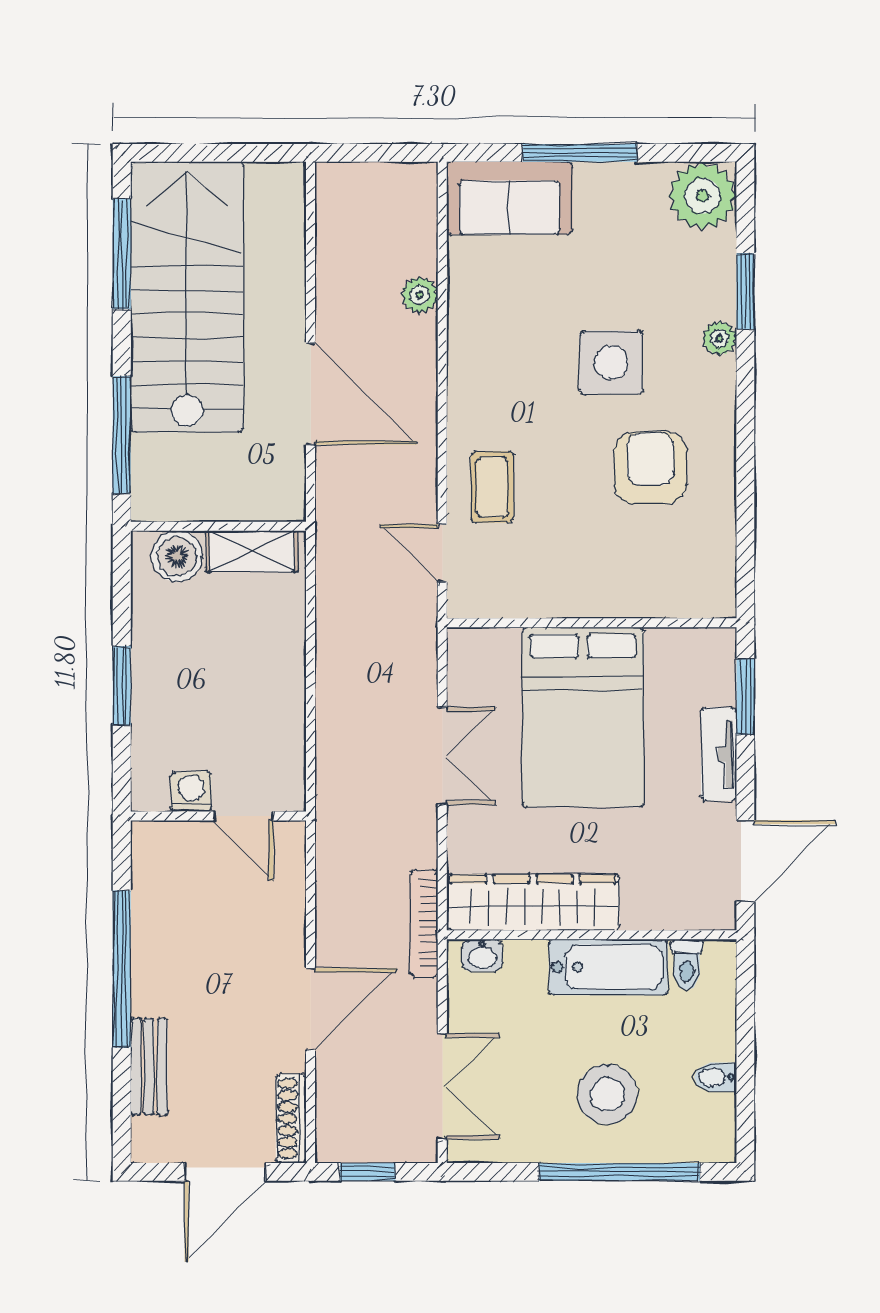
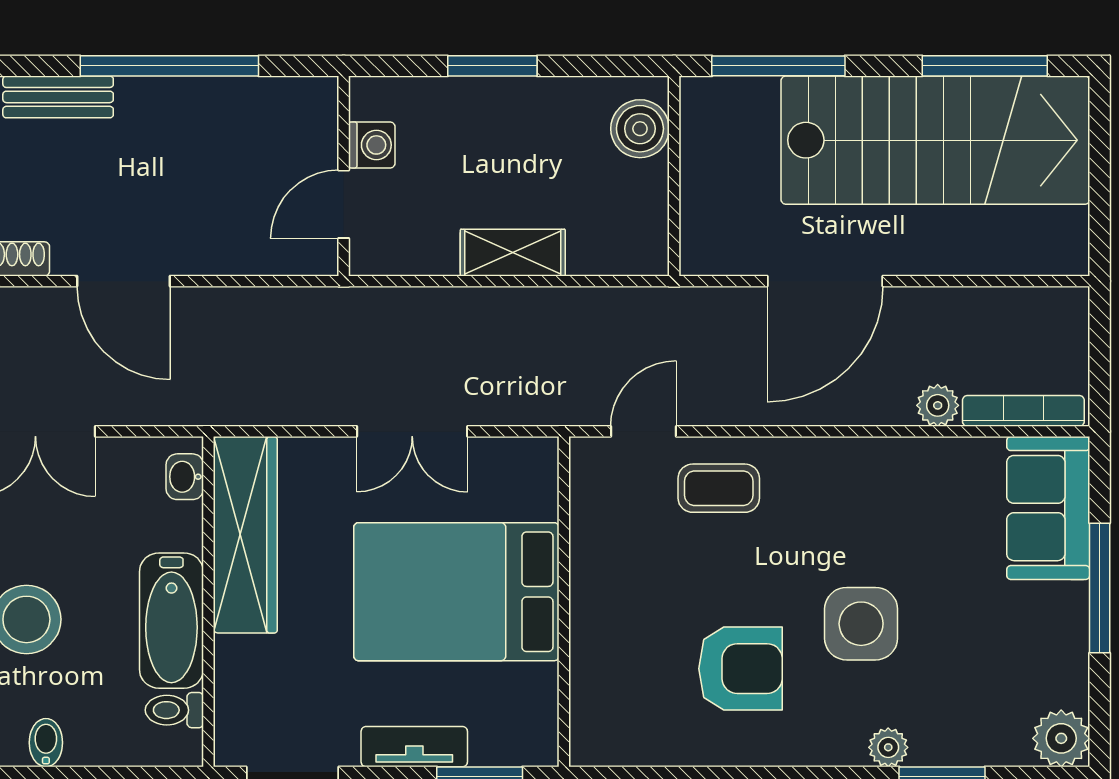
plant: (702, 196) -> (1061, 738), width x0.73, depth x0.73
shelving: (252, 551) -> (513, 253), moved, turned 90
bookcase: (424, 924) -> (1023, 411), moved

